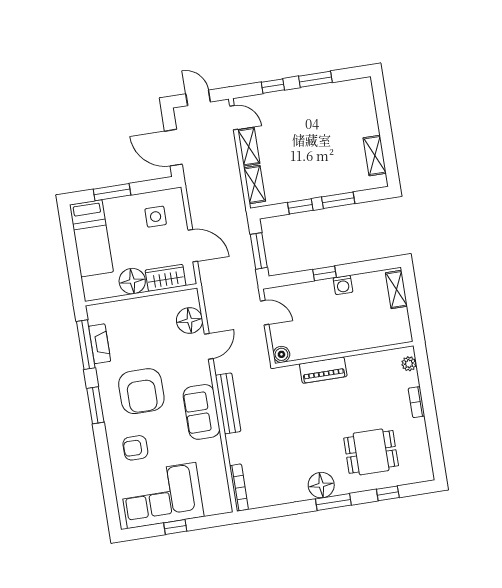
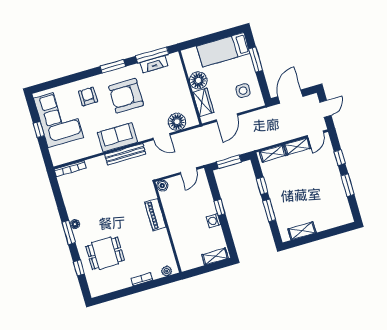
dining table: (371, 452) -> (105, 253), turned 90
floor lamp: (321, 485) -> (75, 224), width x0.53, depth x0.53

